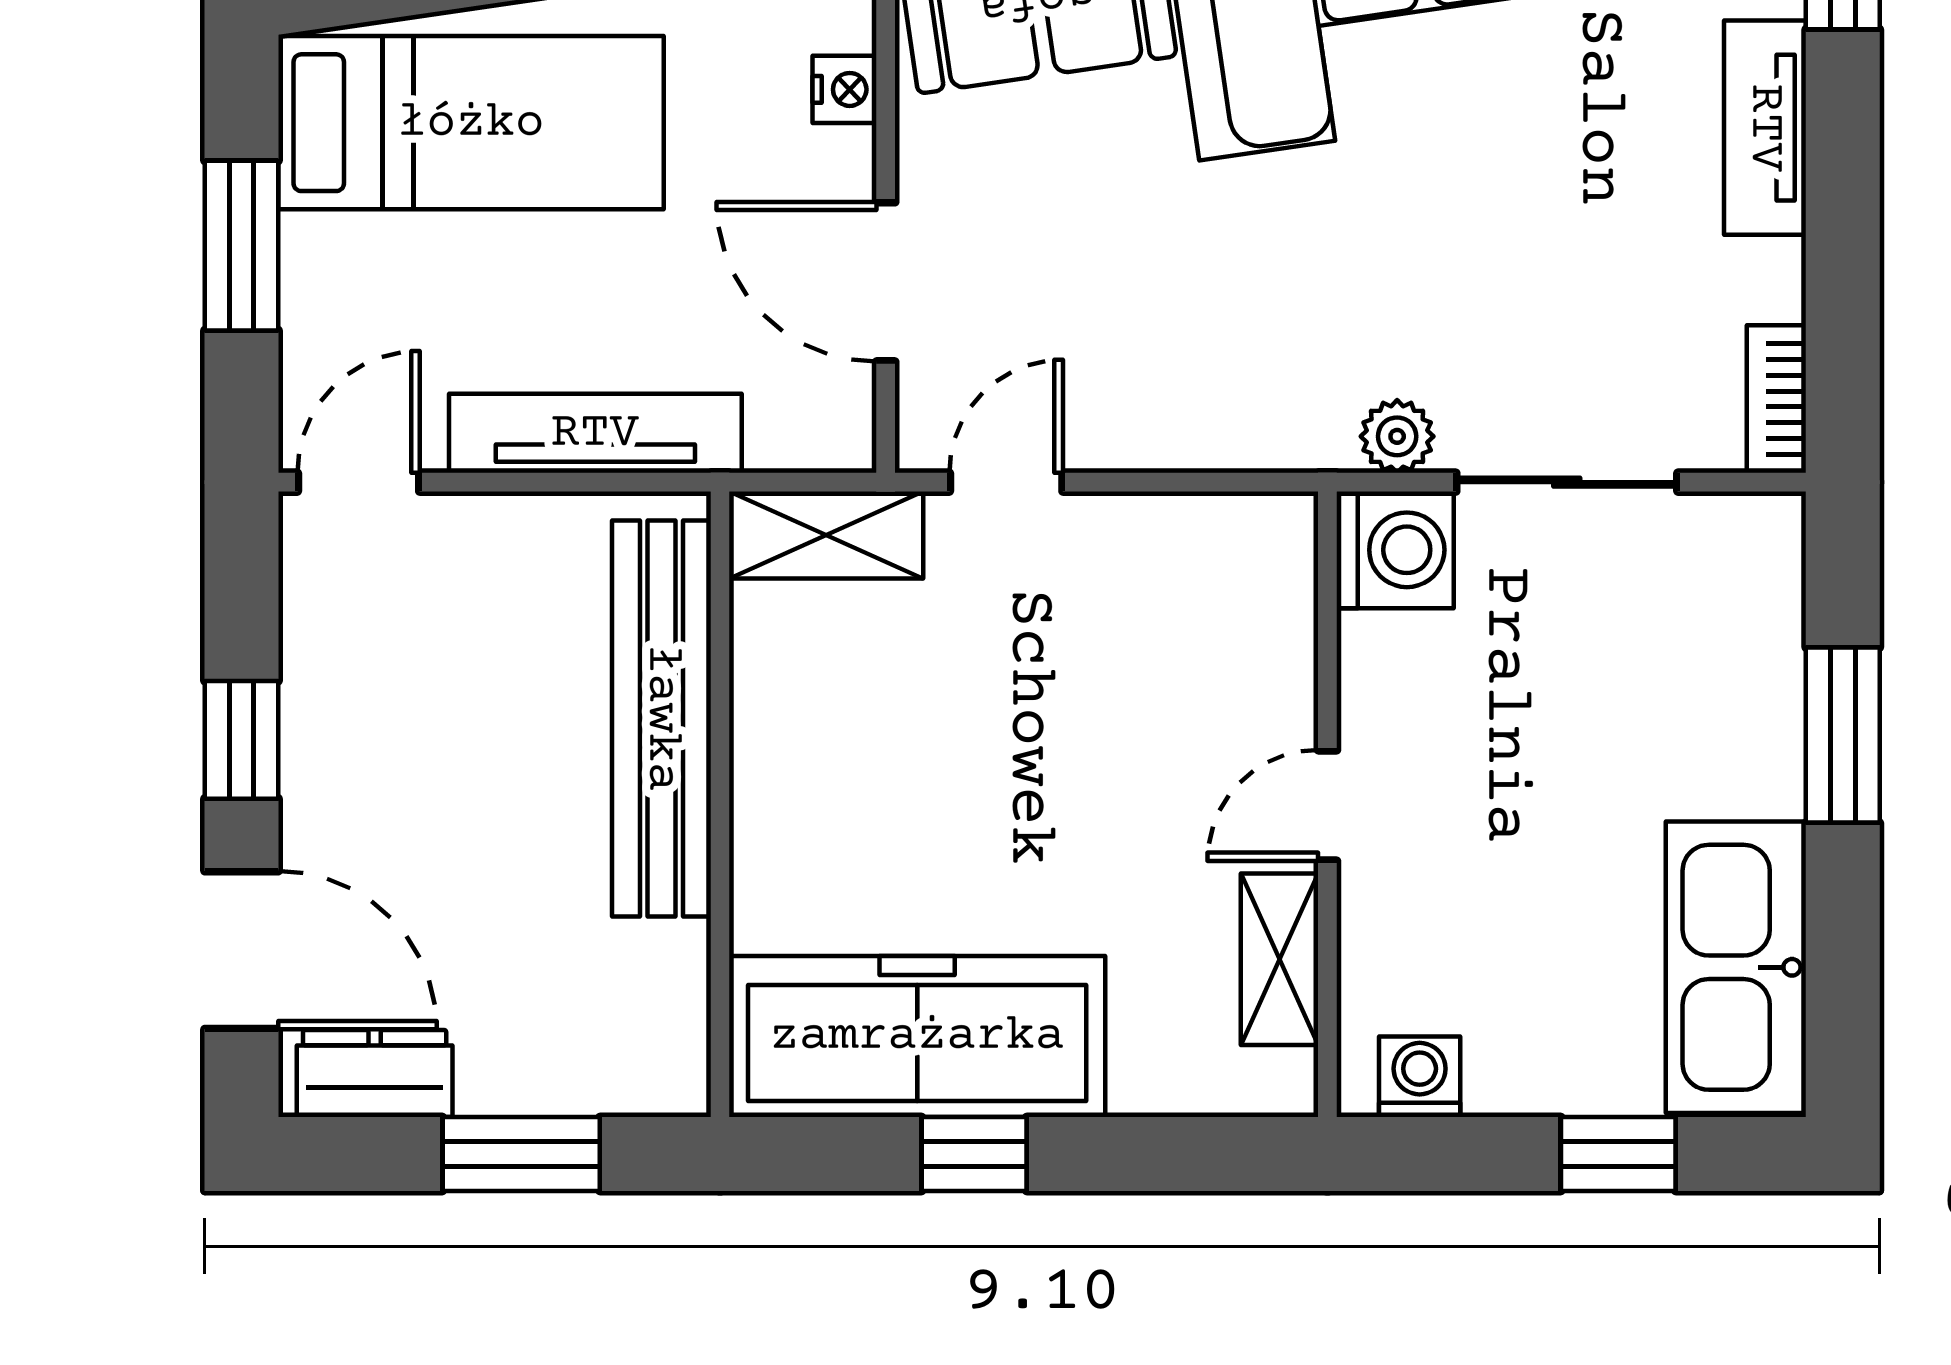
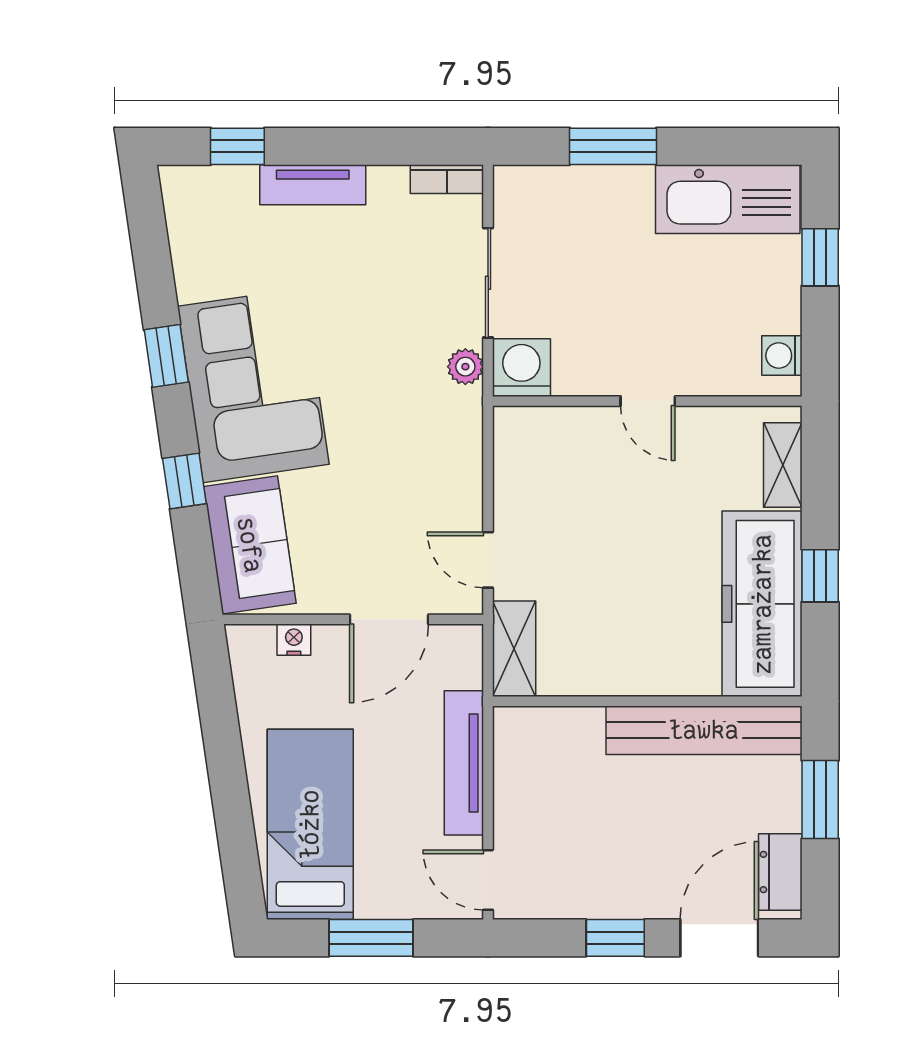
bench: (662, 718) -> (704, 730), moved
shelving: (1280, 959) -> (783, 465), moved, turned 90

